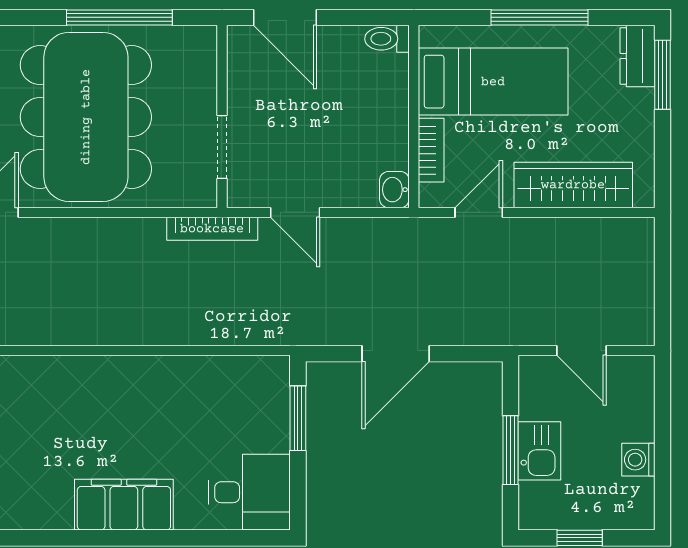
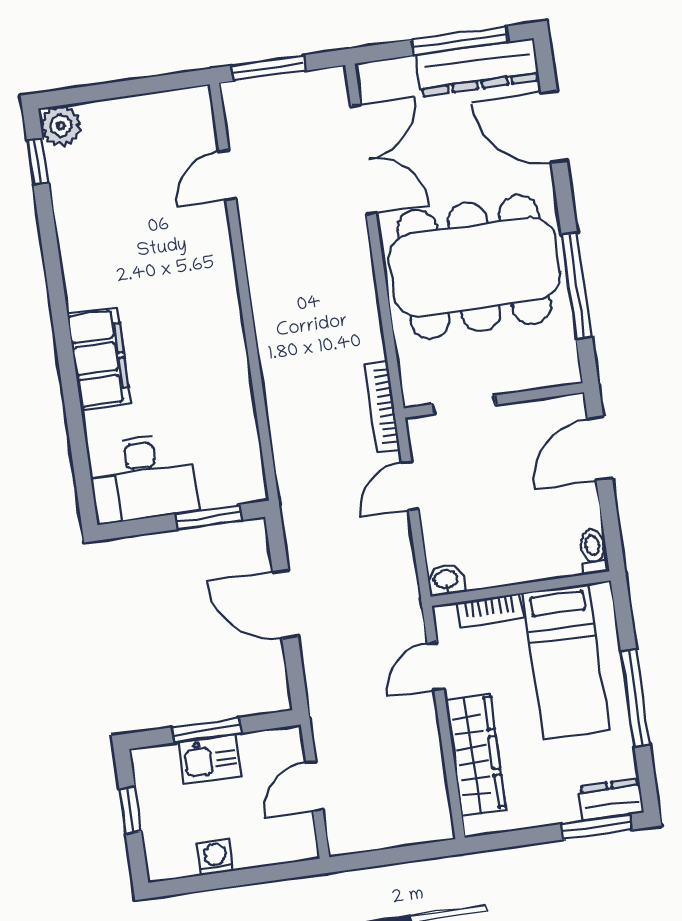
door: (479, 212) -> (436, 666), swing flipped
desk: (249, 492) -> (143, 478), width x1.37

